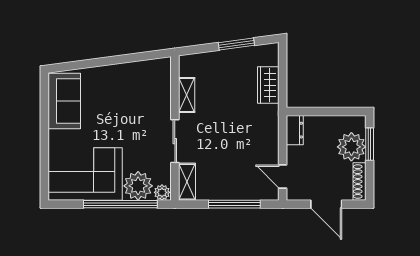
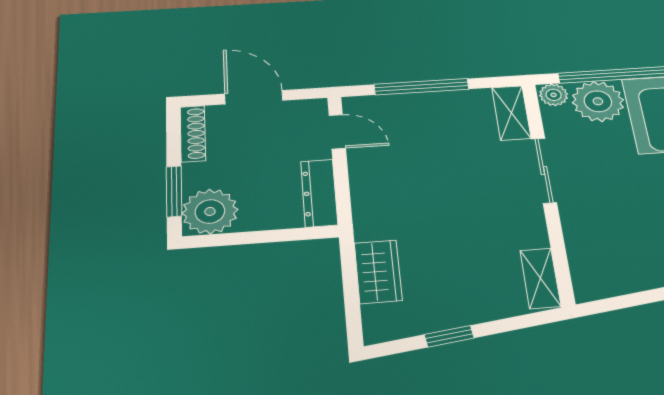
window: (236, 44) -> (449, 336), width x0.67
shelving: (187, 95) -> (540, 278), moved
dresser: (295, 130) -> (319, 193), width x1.44
plant: (351, 147) -> (210, 211), moved

